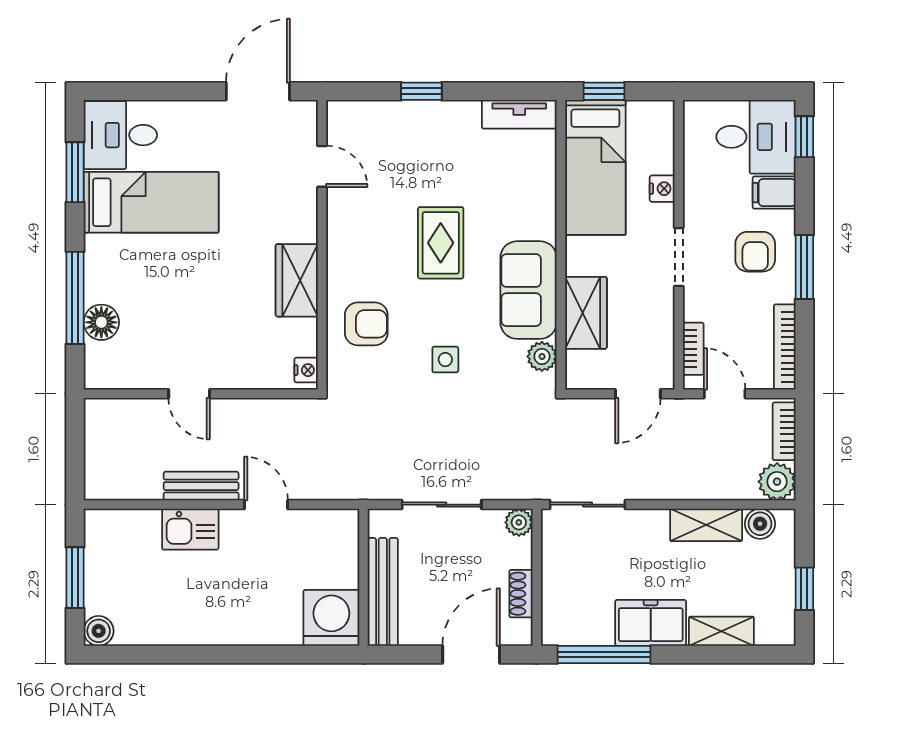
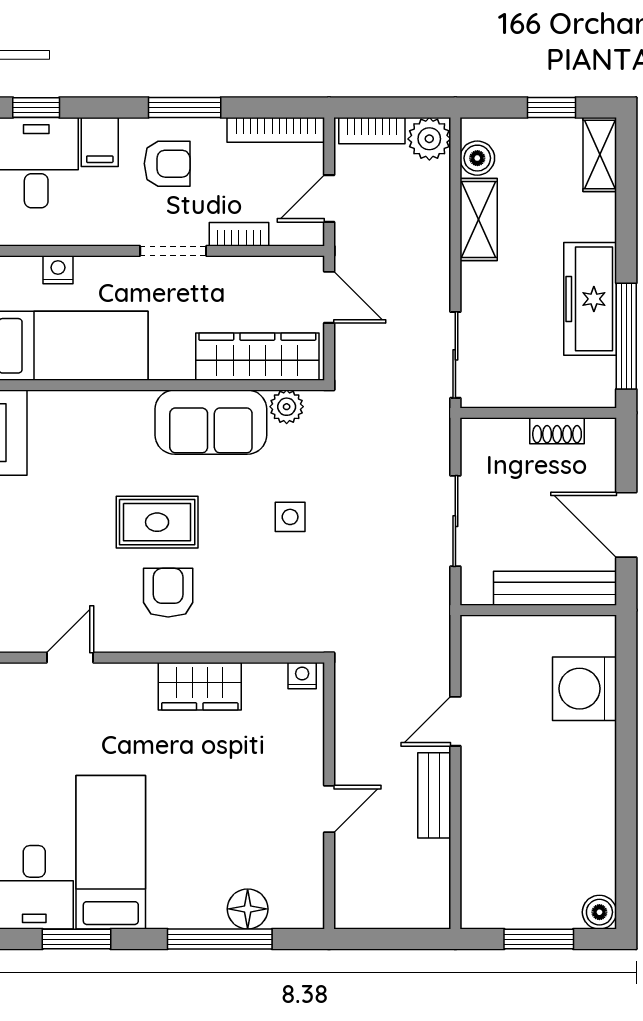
nightstand: (662, 189) -> (58, 270), moved
wardrobe: (586, 313) -> (257, 357), width x1.50
armchair: (366, 324) -> (168, 593), moved
bookcase: (693, 349) -> (239, 234), moved
plant: (519, 522) -> (476, 433), removed
kitchen sink: (190, 529) -> (483, 808), removed
washing machine: (331, 618) -> (585, 689), moved
freezer: (651, 623) -> (590, 299), width x1.40
shelving: (721, 631) -> (600, 155), moved
door: (471, 654) -> (626, 525), moved

